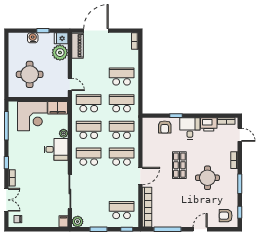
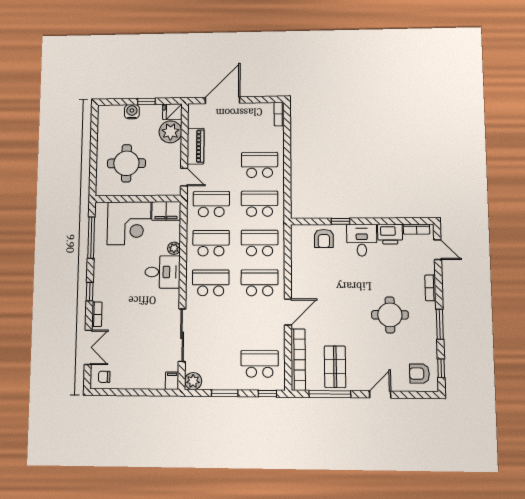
piano: (78, 46) -> (196, 146), moved
shop shelf: (179, 165) -> (335, 367), moved

